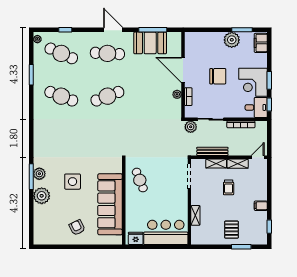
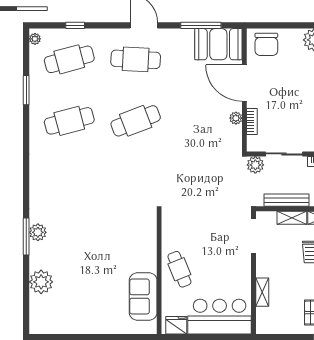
booth: (150, 43) -> (218, 44), moved
cafe table: (61, 53) -> (69, 59), turned -39
chair: (218, 76) -> (266, 44), moved, turned 90
cafe table: (61, 96) -> (69, 121), turned -36
cafe table: (140, 180) -> (179, 269), moved
side table: (73, 182) -> (85, 244), removed
plant: (42, 196) -> (41, 282), moved
sofa: (110, 204) -> (143, 297), width x0.54, depth x0.79
armchair: (77, 228) -> (92, 310), removed

